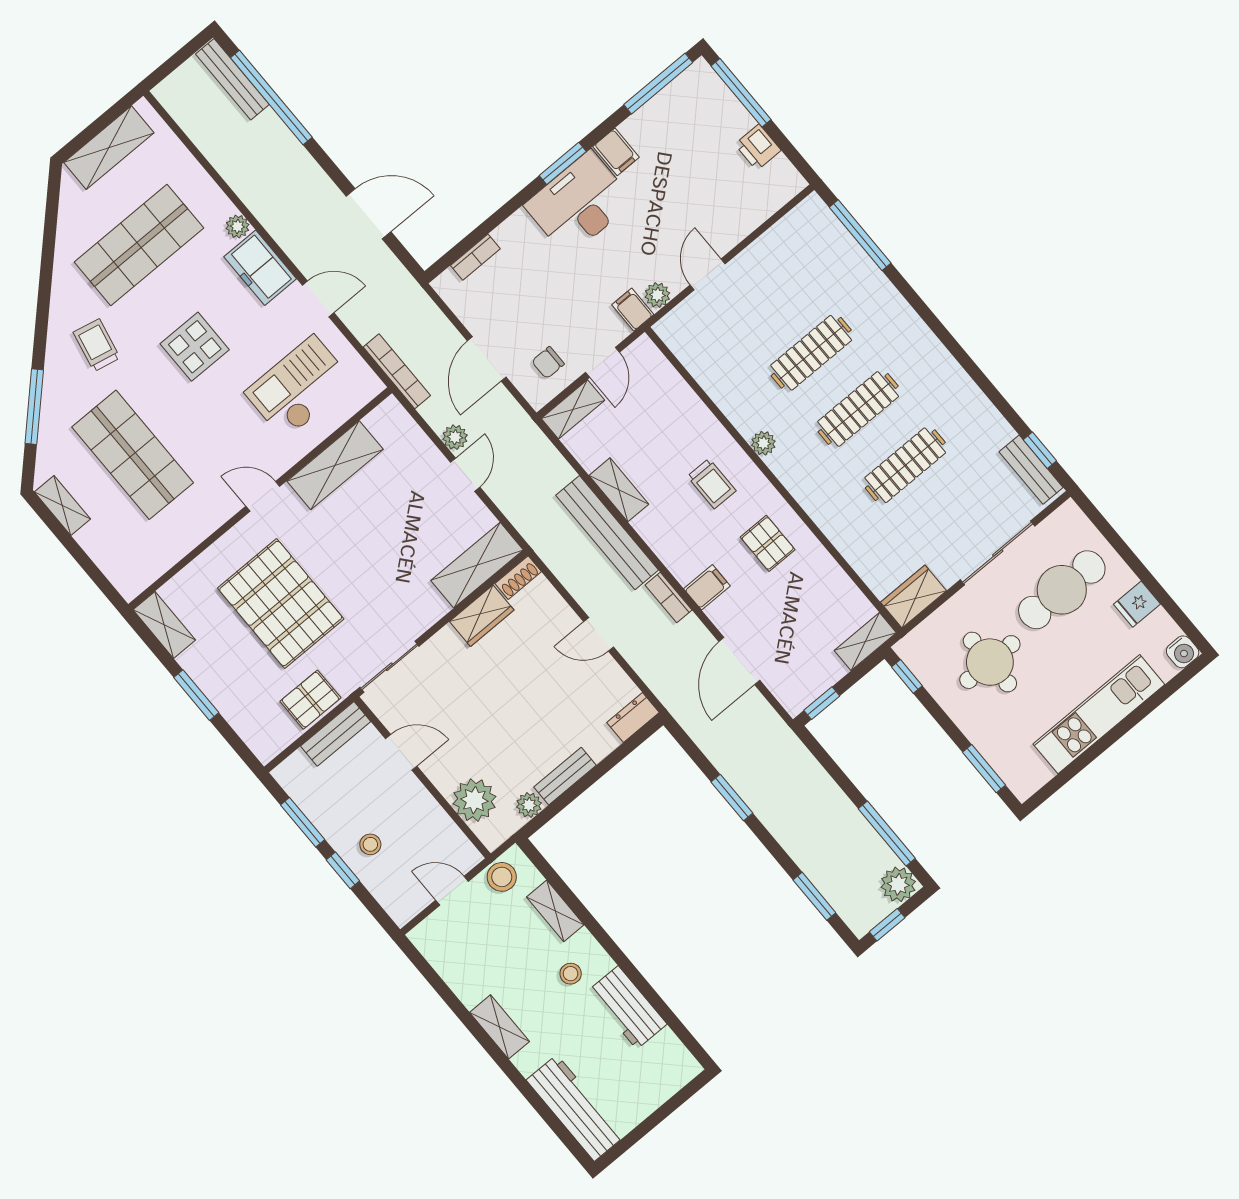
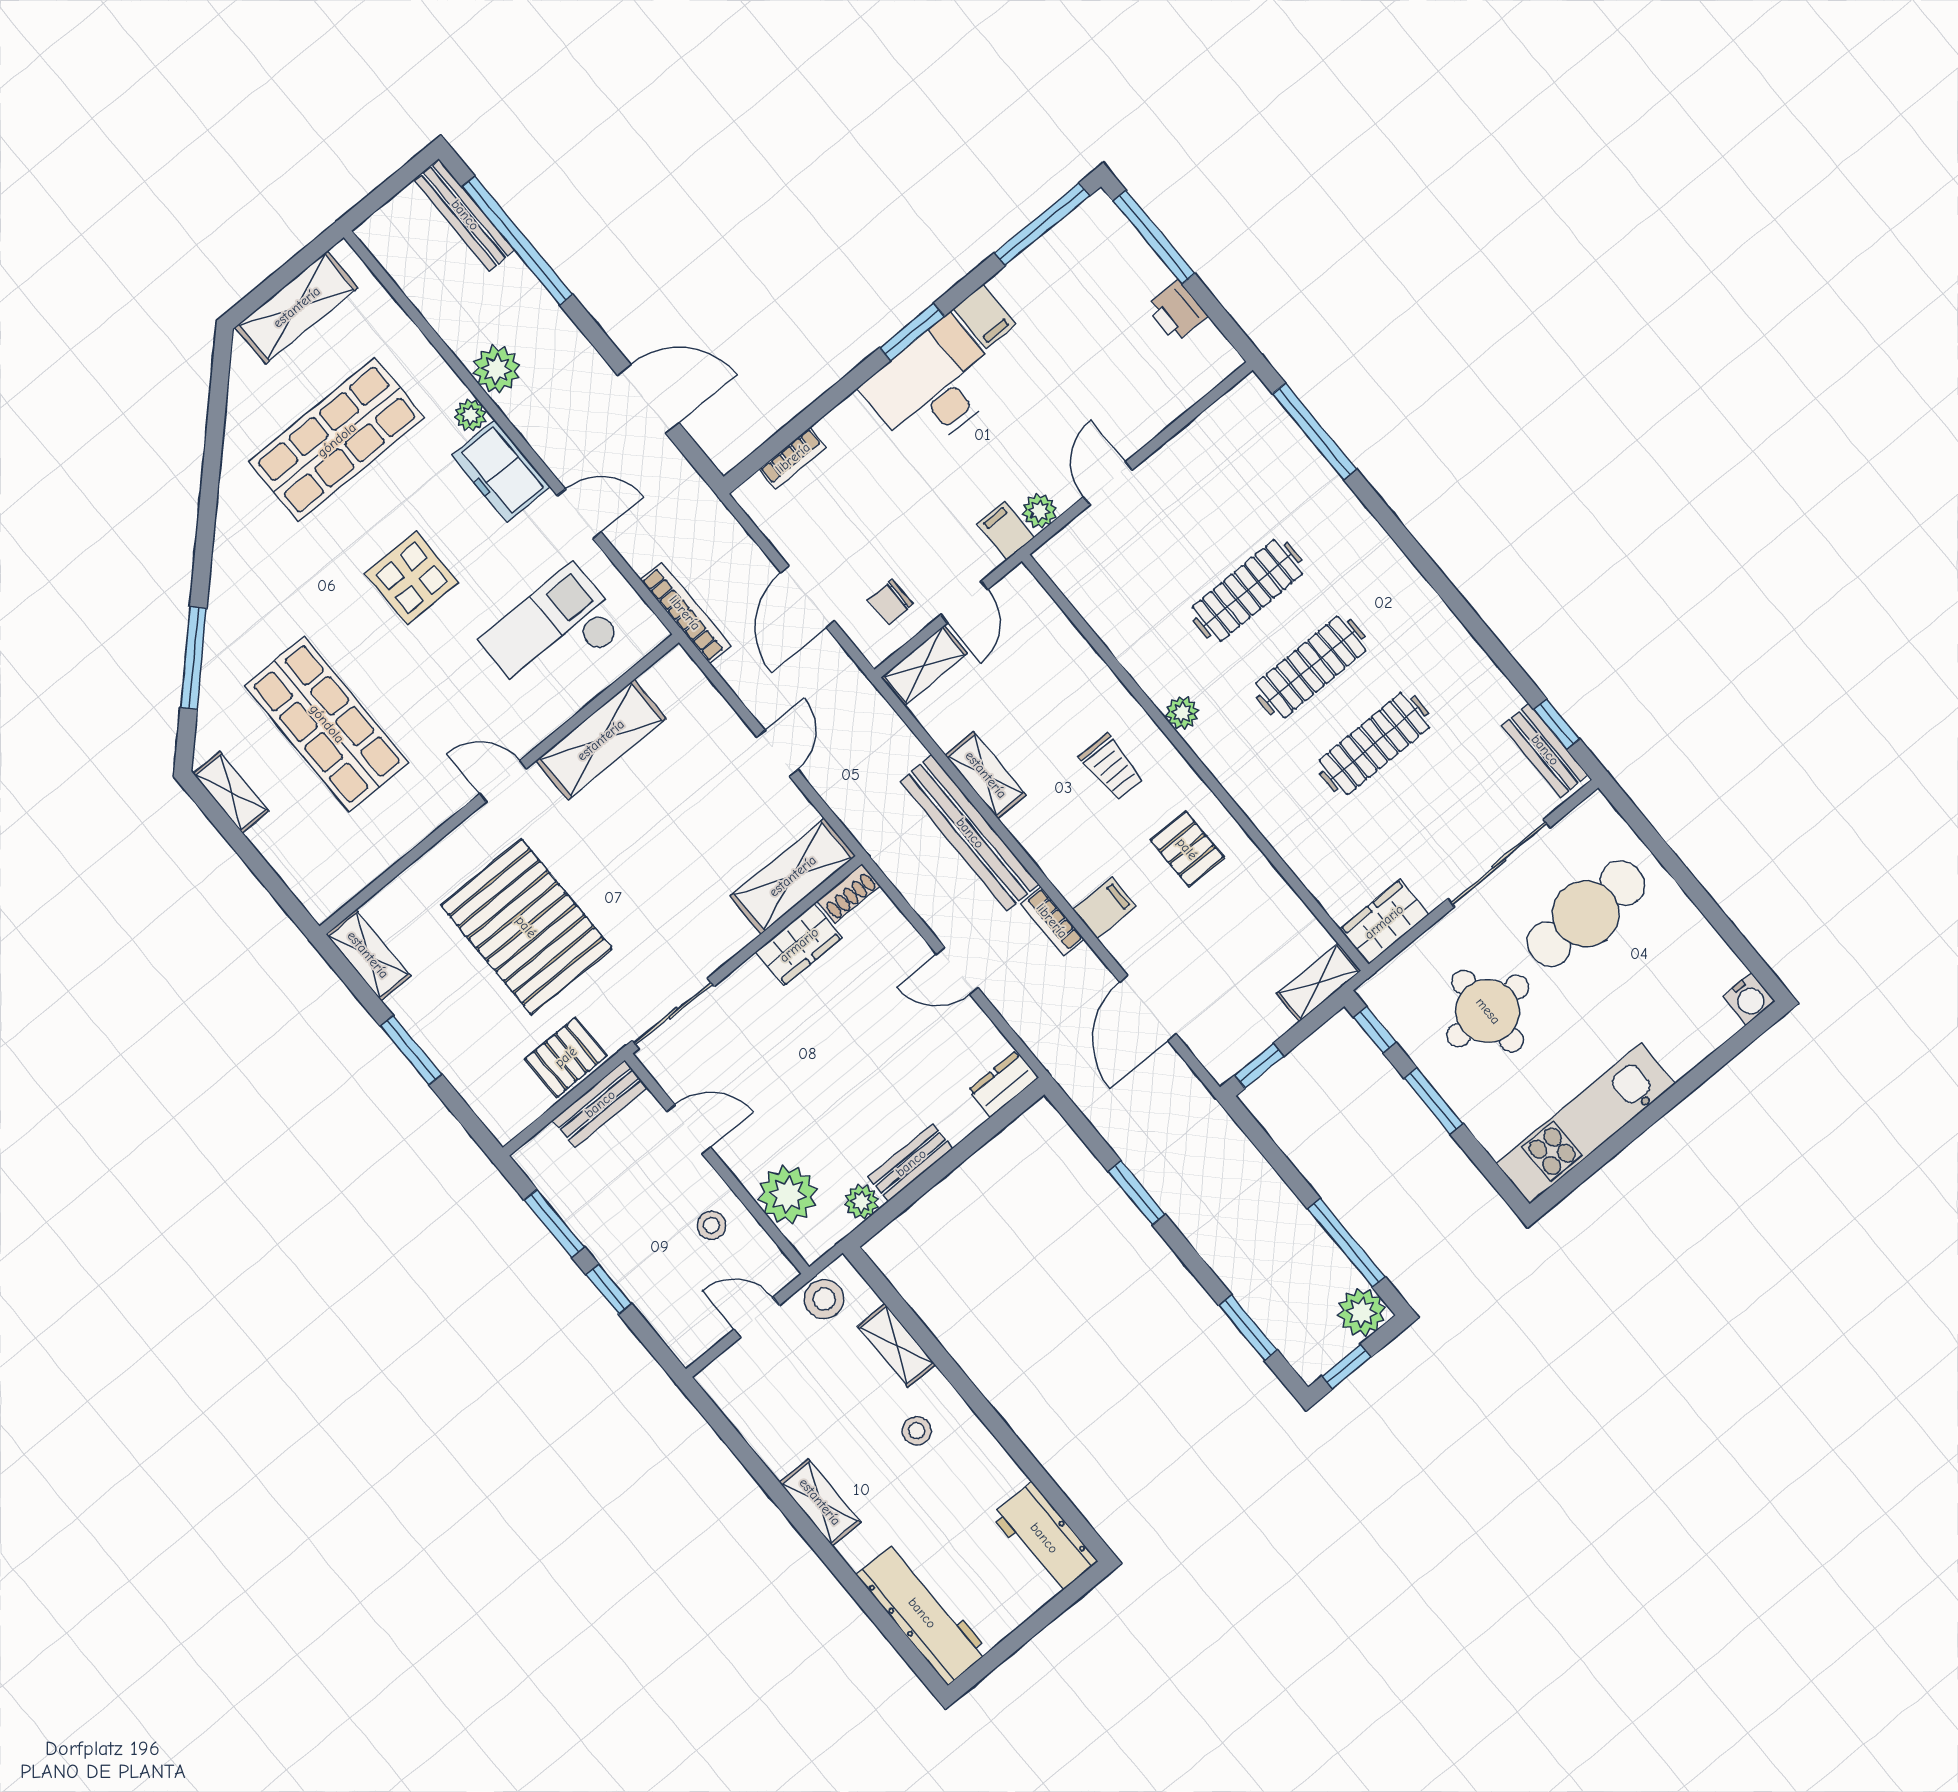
trolley: (97, 345) -> (279, 575), removed
plant: (455, 437) -> (497, 369), moved, width x1.38, depth x1.38
fridge: (1137, 604) -> (1687, 934), removed
kitchen unit: (1099, 714) -> (1586, 1124), moved
window: (984, 769) -> (1434, 1101), moved
stool: (370, 844) -> (712, 1225), moved
workbench: (627, 1008) -> (1044, 1538), moved

